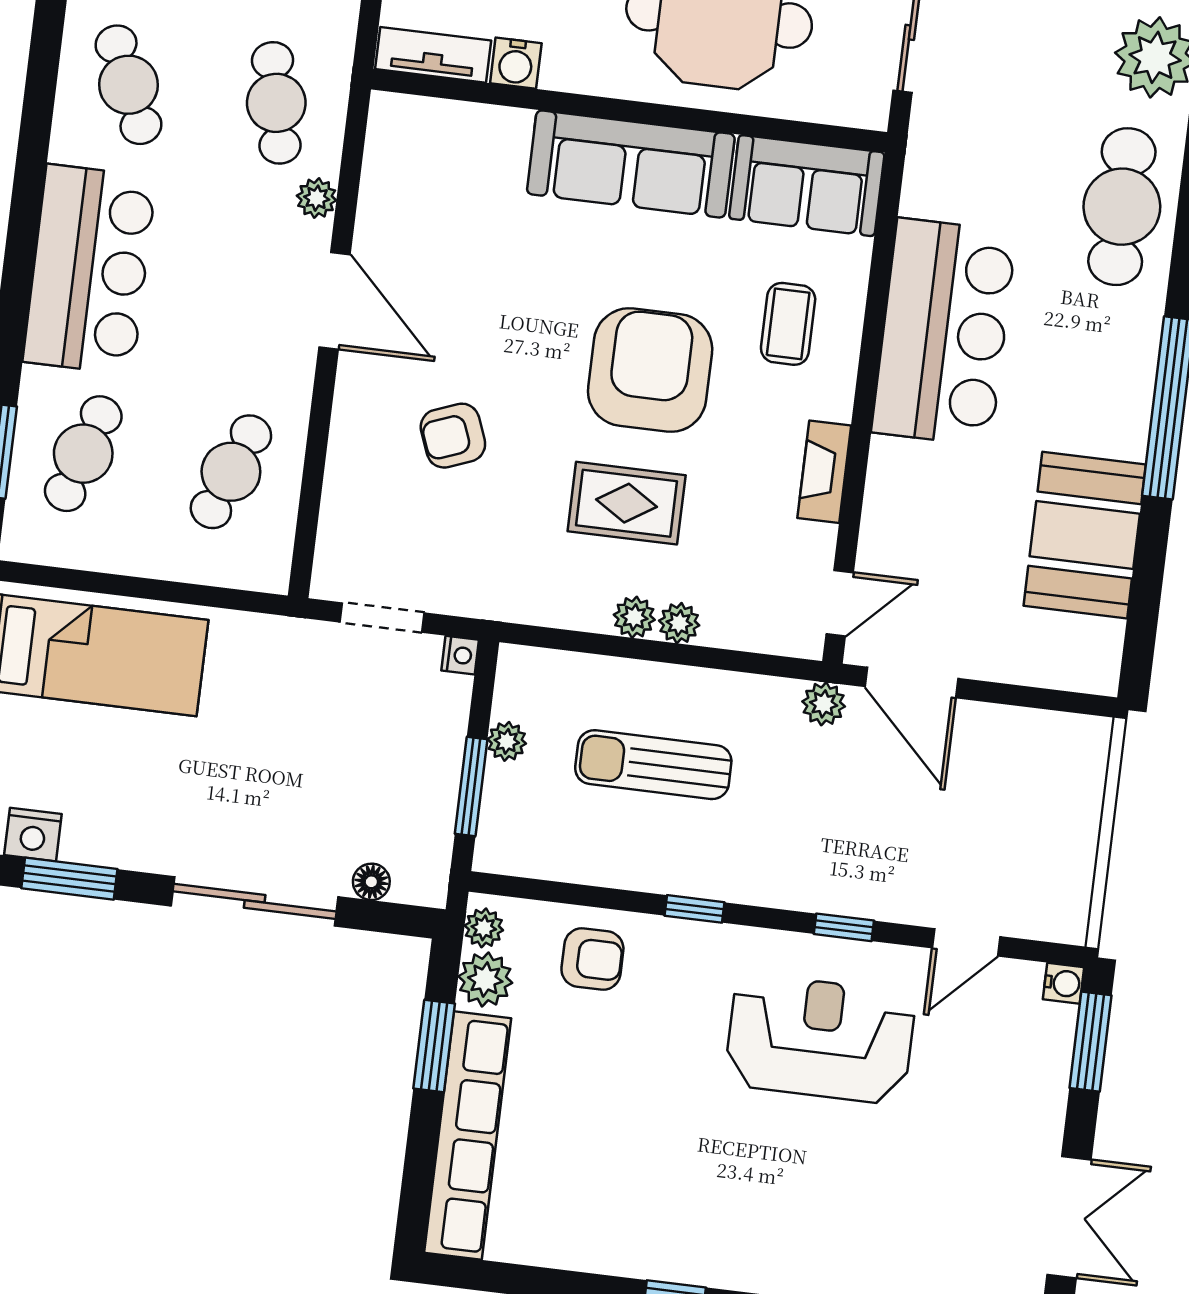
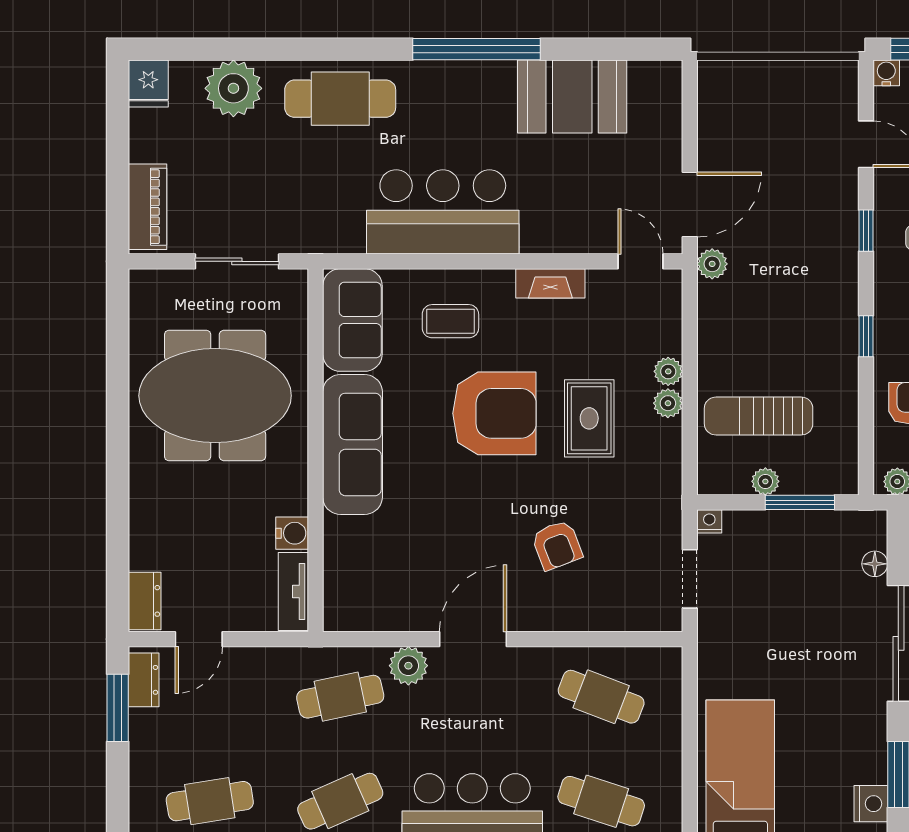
plant: (317, 198) -> (408, 666), width x1.38, depth x1.38
armchair: (650, 370) -> (494, 413), turned 180
sun lounger: (653, 765) -> (759, 416), moved, turned 90

